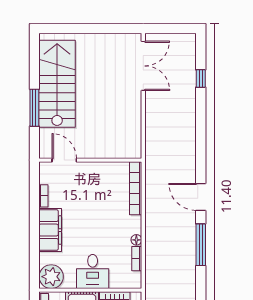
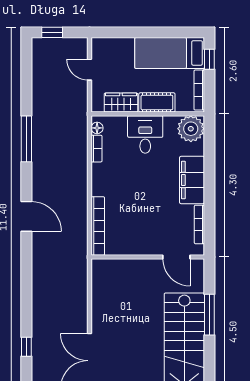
bookcase: (43, 196) -> (199, 224), width x1.56
floor lamp: (136, 240) -> (97, 128), moved
window: (201, 245) -> (26, 139), moved

